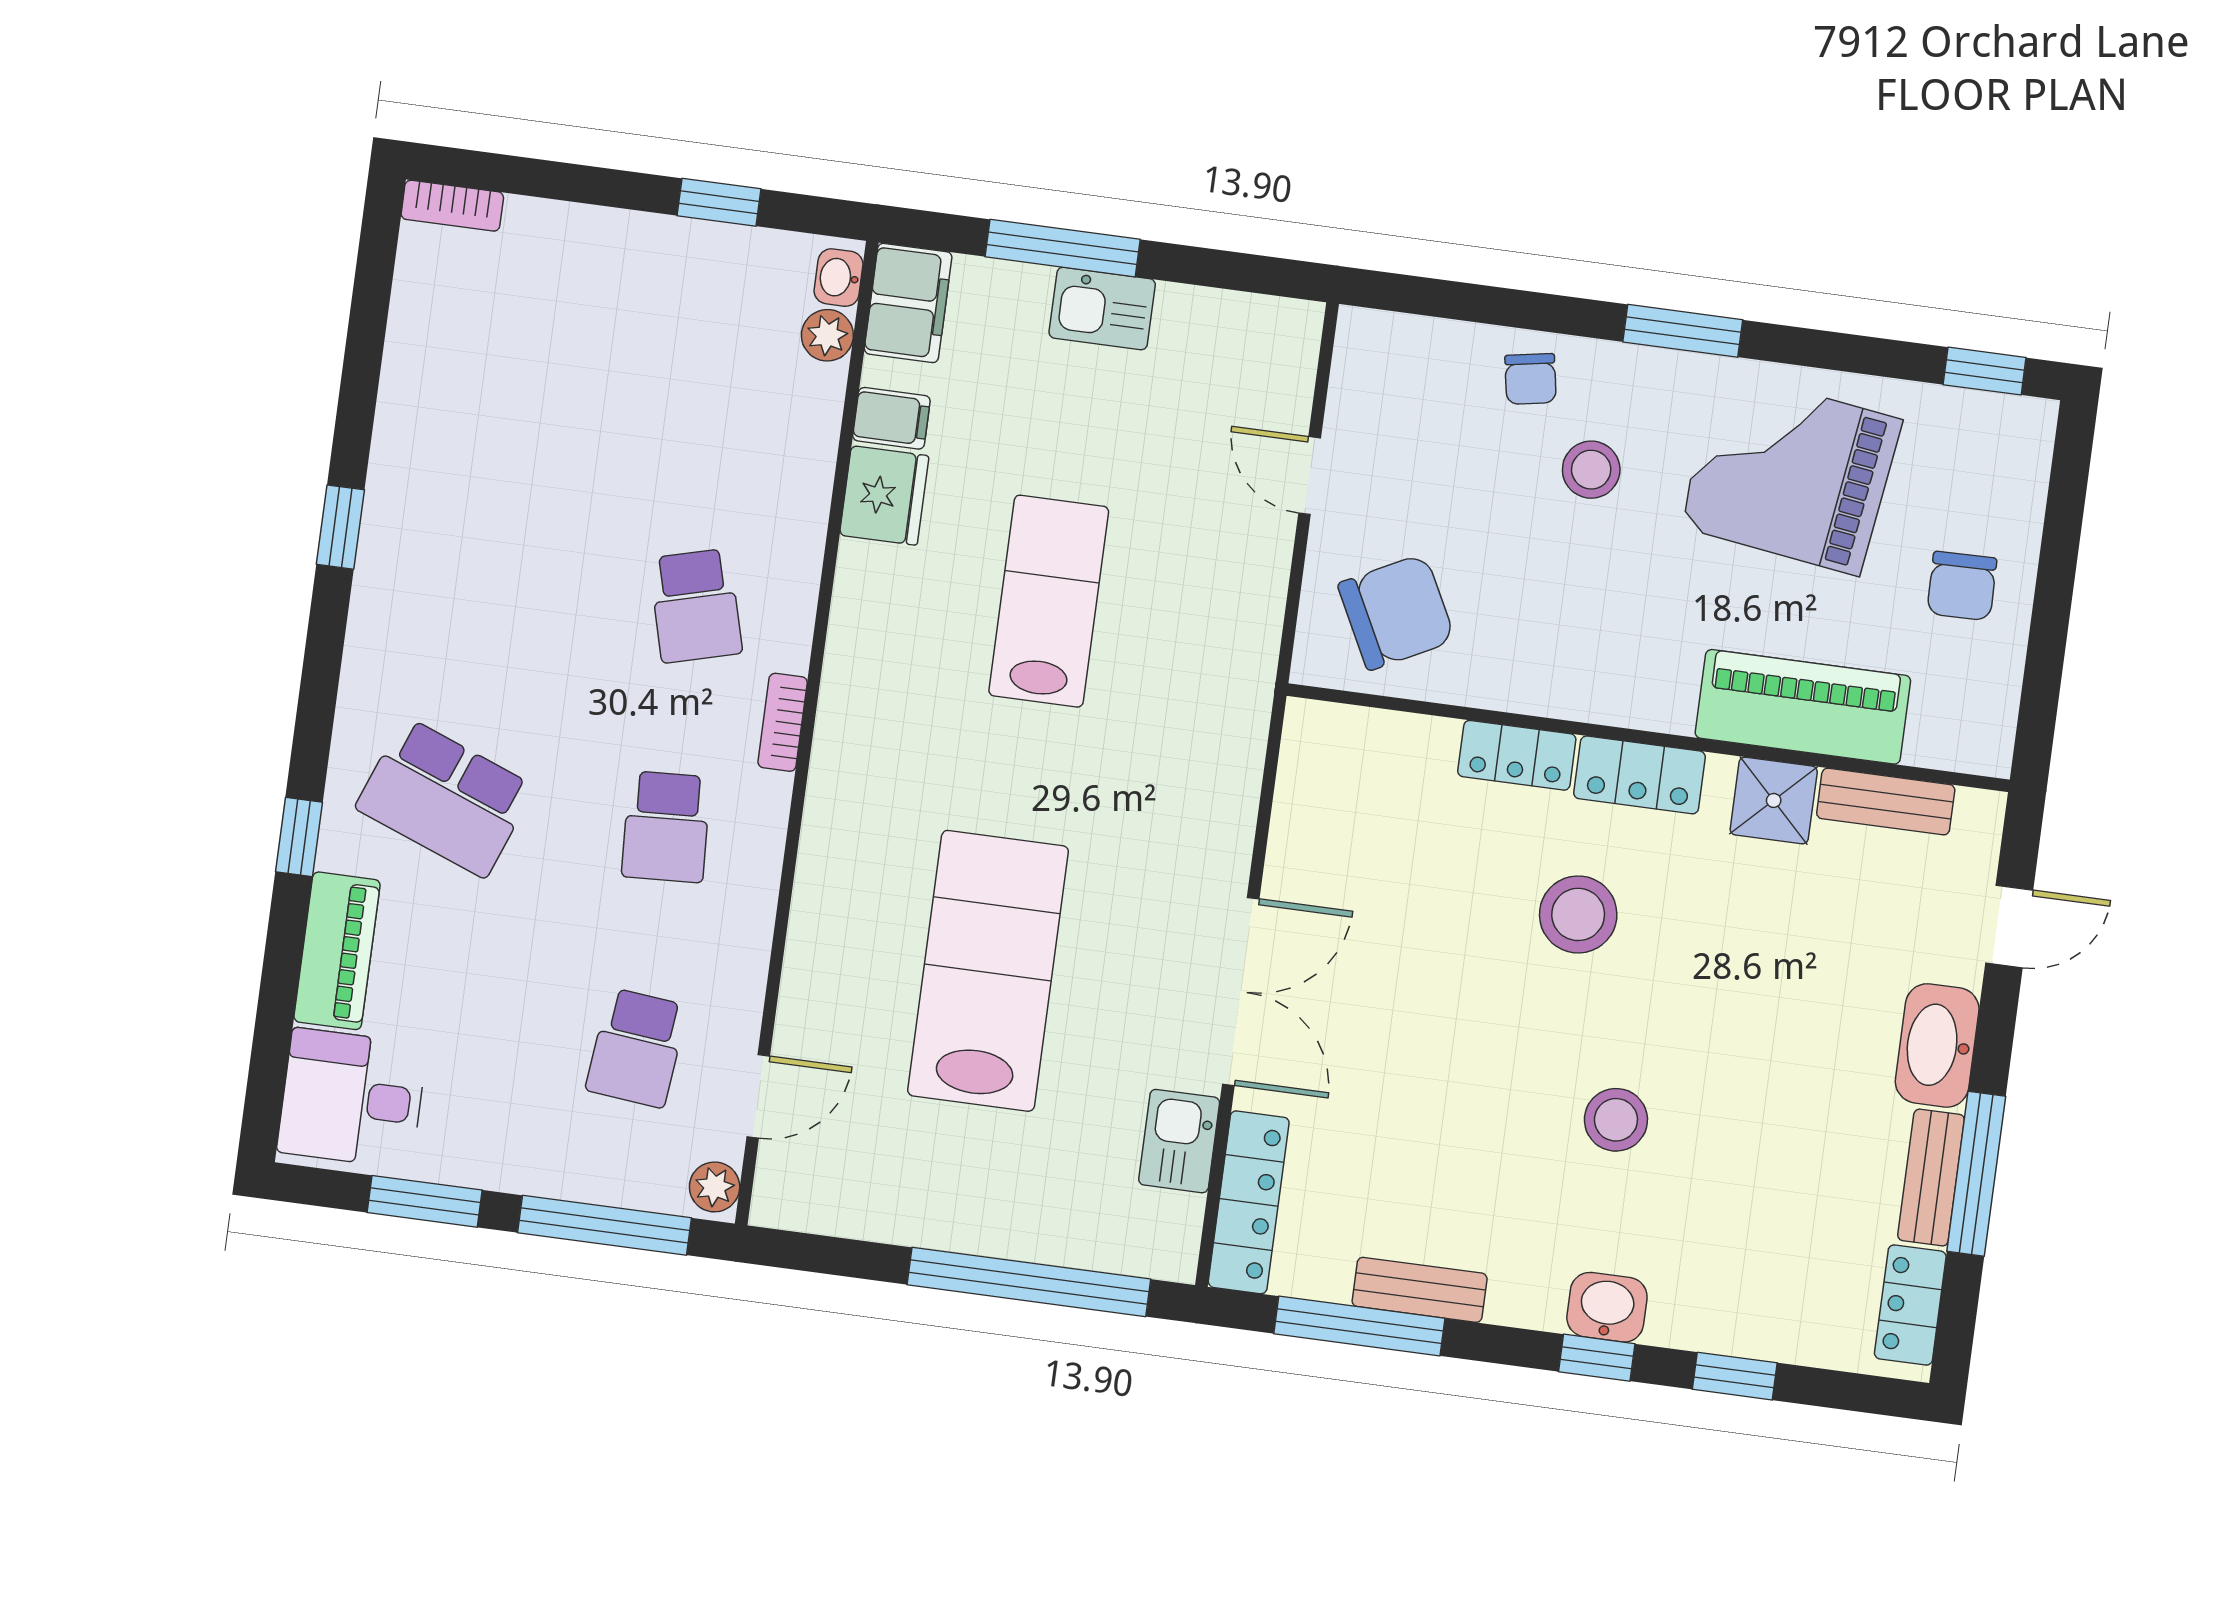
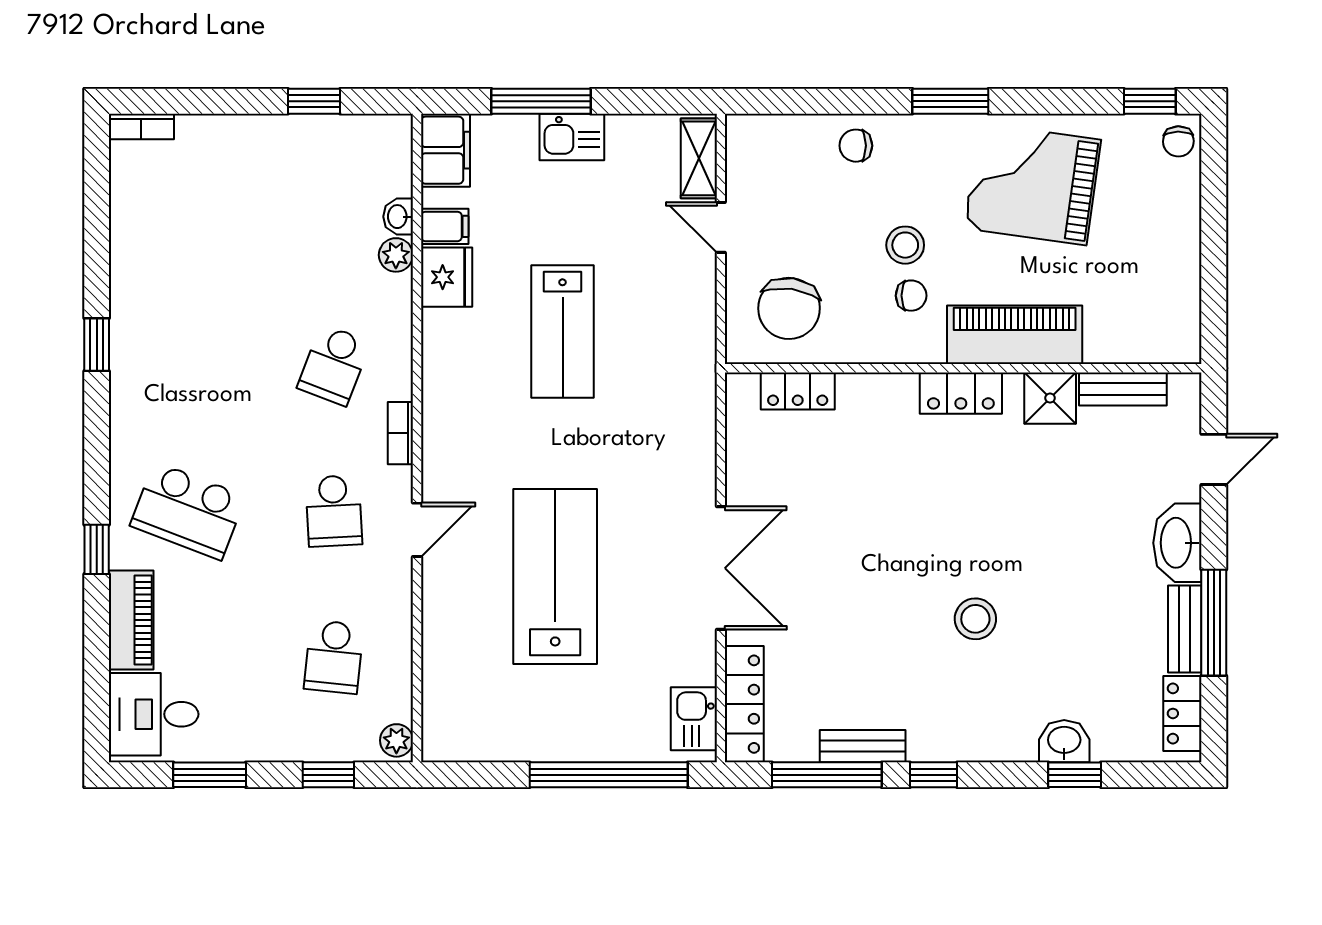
washbasin: (838, 278) -> (398, 217), moved
plant: (827, 335) -> (396, 255), moved
shelving: (1290, 367) -> (699, 158), added
chair: (1531, 379) -> (856, 146), turned 100
stool: (1591, 470) -> (905, 245), moved
chair: (1962, 586) -> (1178, 141), moved, width x0.73, depth x0.73
lab bench: (1049, 601) -> (563, 331), turned 180
school desk: (696, 606) -> (334, 365), turned 36
chair: (1396, 612) -> (789, 308), turned 125
chair: (1584, 617) -> (911, 296), added
piano: (1803, 707) -> (1015, 335), moved
locker: (1517, 755) -> (798, 391), moved
stool: (1578, 914) -> (933, 489), removed
door: (758, 1096) -> (417, 530), moved
kitchen sink: (1179, 1141) -> (694, 719), moved
window: (604, 1225) -> (328, 775), width x0.46
washbasin: (1607, 1307) -> (1064, 741), moved
window: (1597, 1358) -> (934, 775), moved

